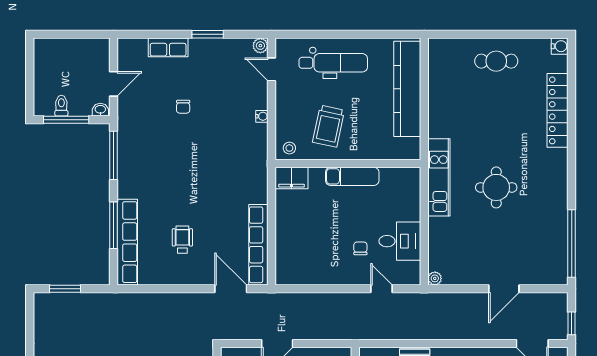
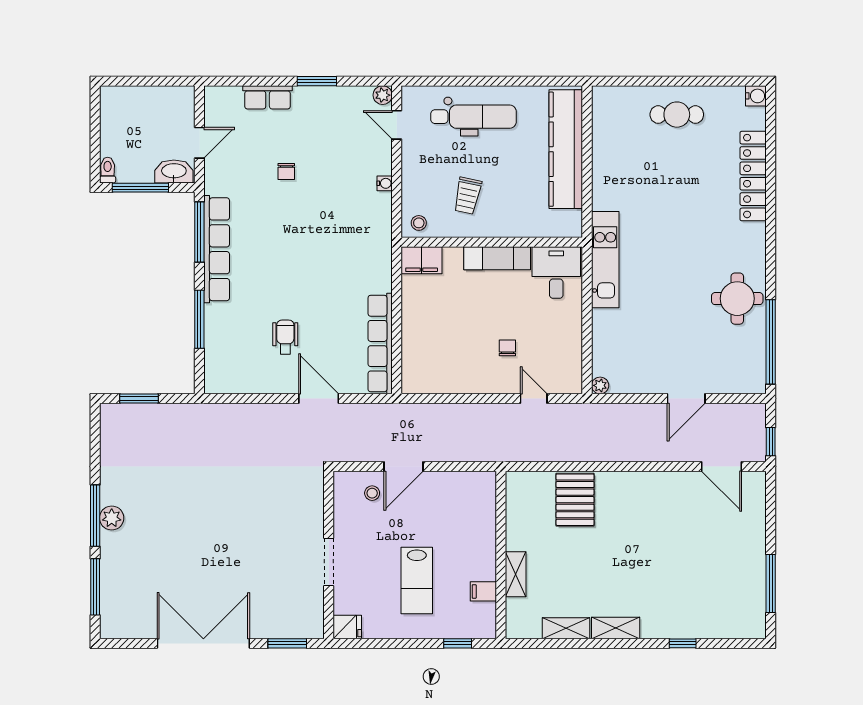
toilet: (61, 106) -> (108, 170), moved
washbasin: (100, 110) -> (174, 171), width x1.91, depth x1.45
trolley: (329, 126) -> (468, 196), width x0.73, depth x0.72
round table: (496, 187) -> (737, 299), moved
desk: (400, 241) -> (556, 273), moved, turned -90
row of seats: (127, 242) -> (217, 249), moved
door: (231, 289) -> (319, 399), moved

